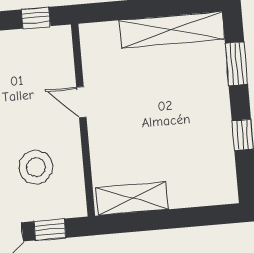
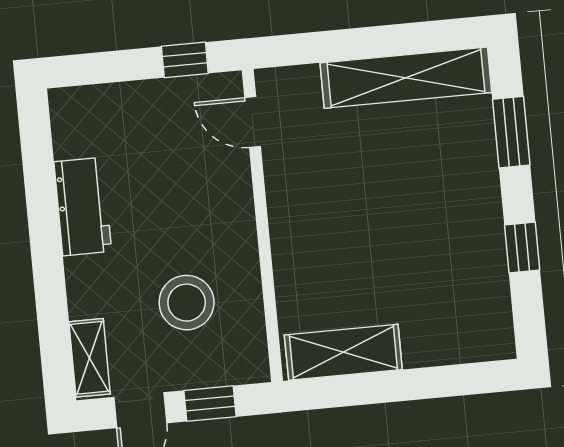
door: (81, 102) -> (253, 122), moved

